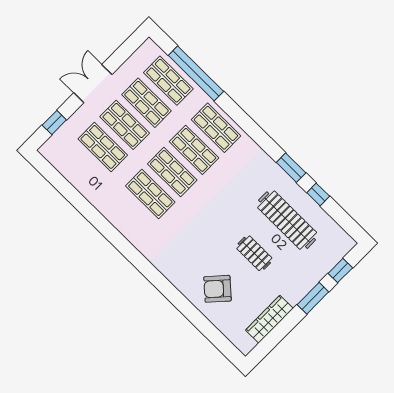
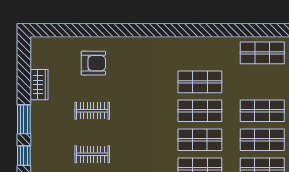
shop shelf: (103, 147) -> (262, 53), moved
clothes rail: (287, 220) -> (92, 154), width x0.54, depth x0.76
armchair: (217, 289) -> (93, 63), turned 48
wardrobe: (269, 319) -> (39, 85), width x0.67

